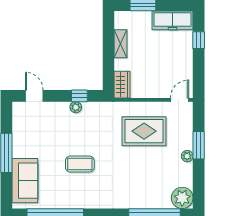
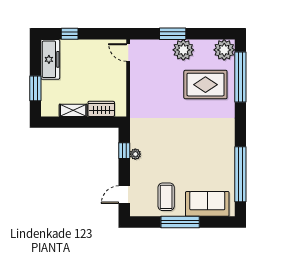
wardrobe: (122, 85) -> (101, 109), moved
rug: (144, 131) -> (205, 85), moved, turned 90
plant: (187, 156) -> (183, 50), width x1.87, depth x1.87
coffee table: (80, 164) -> (166, 197), moved

